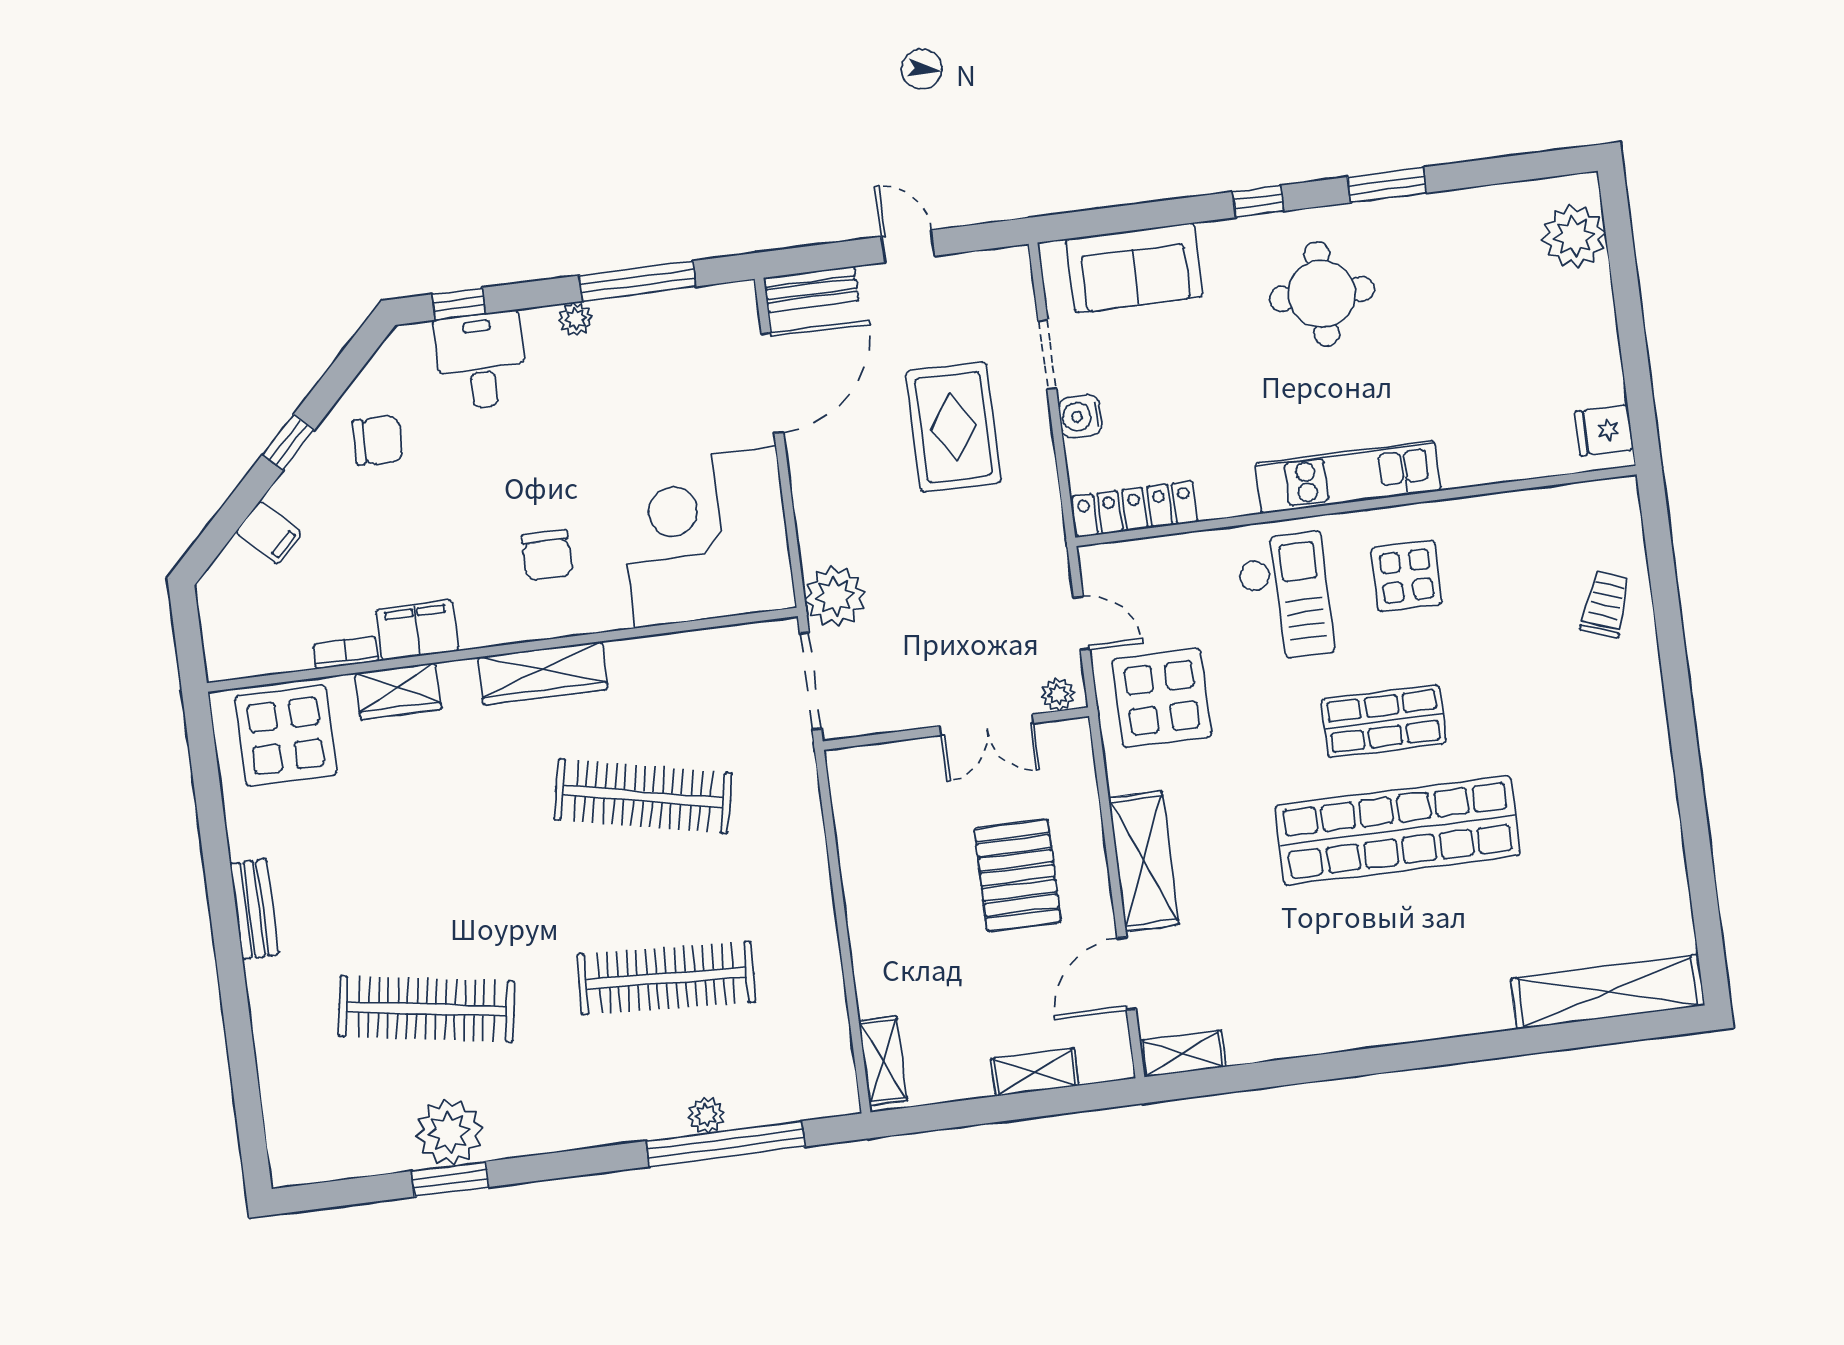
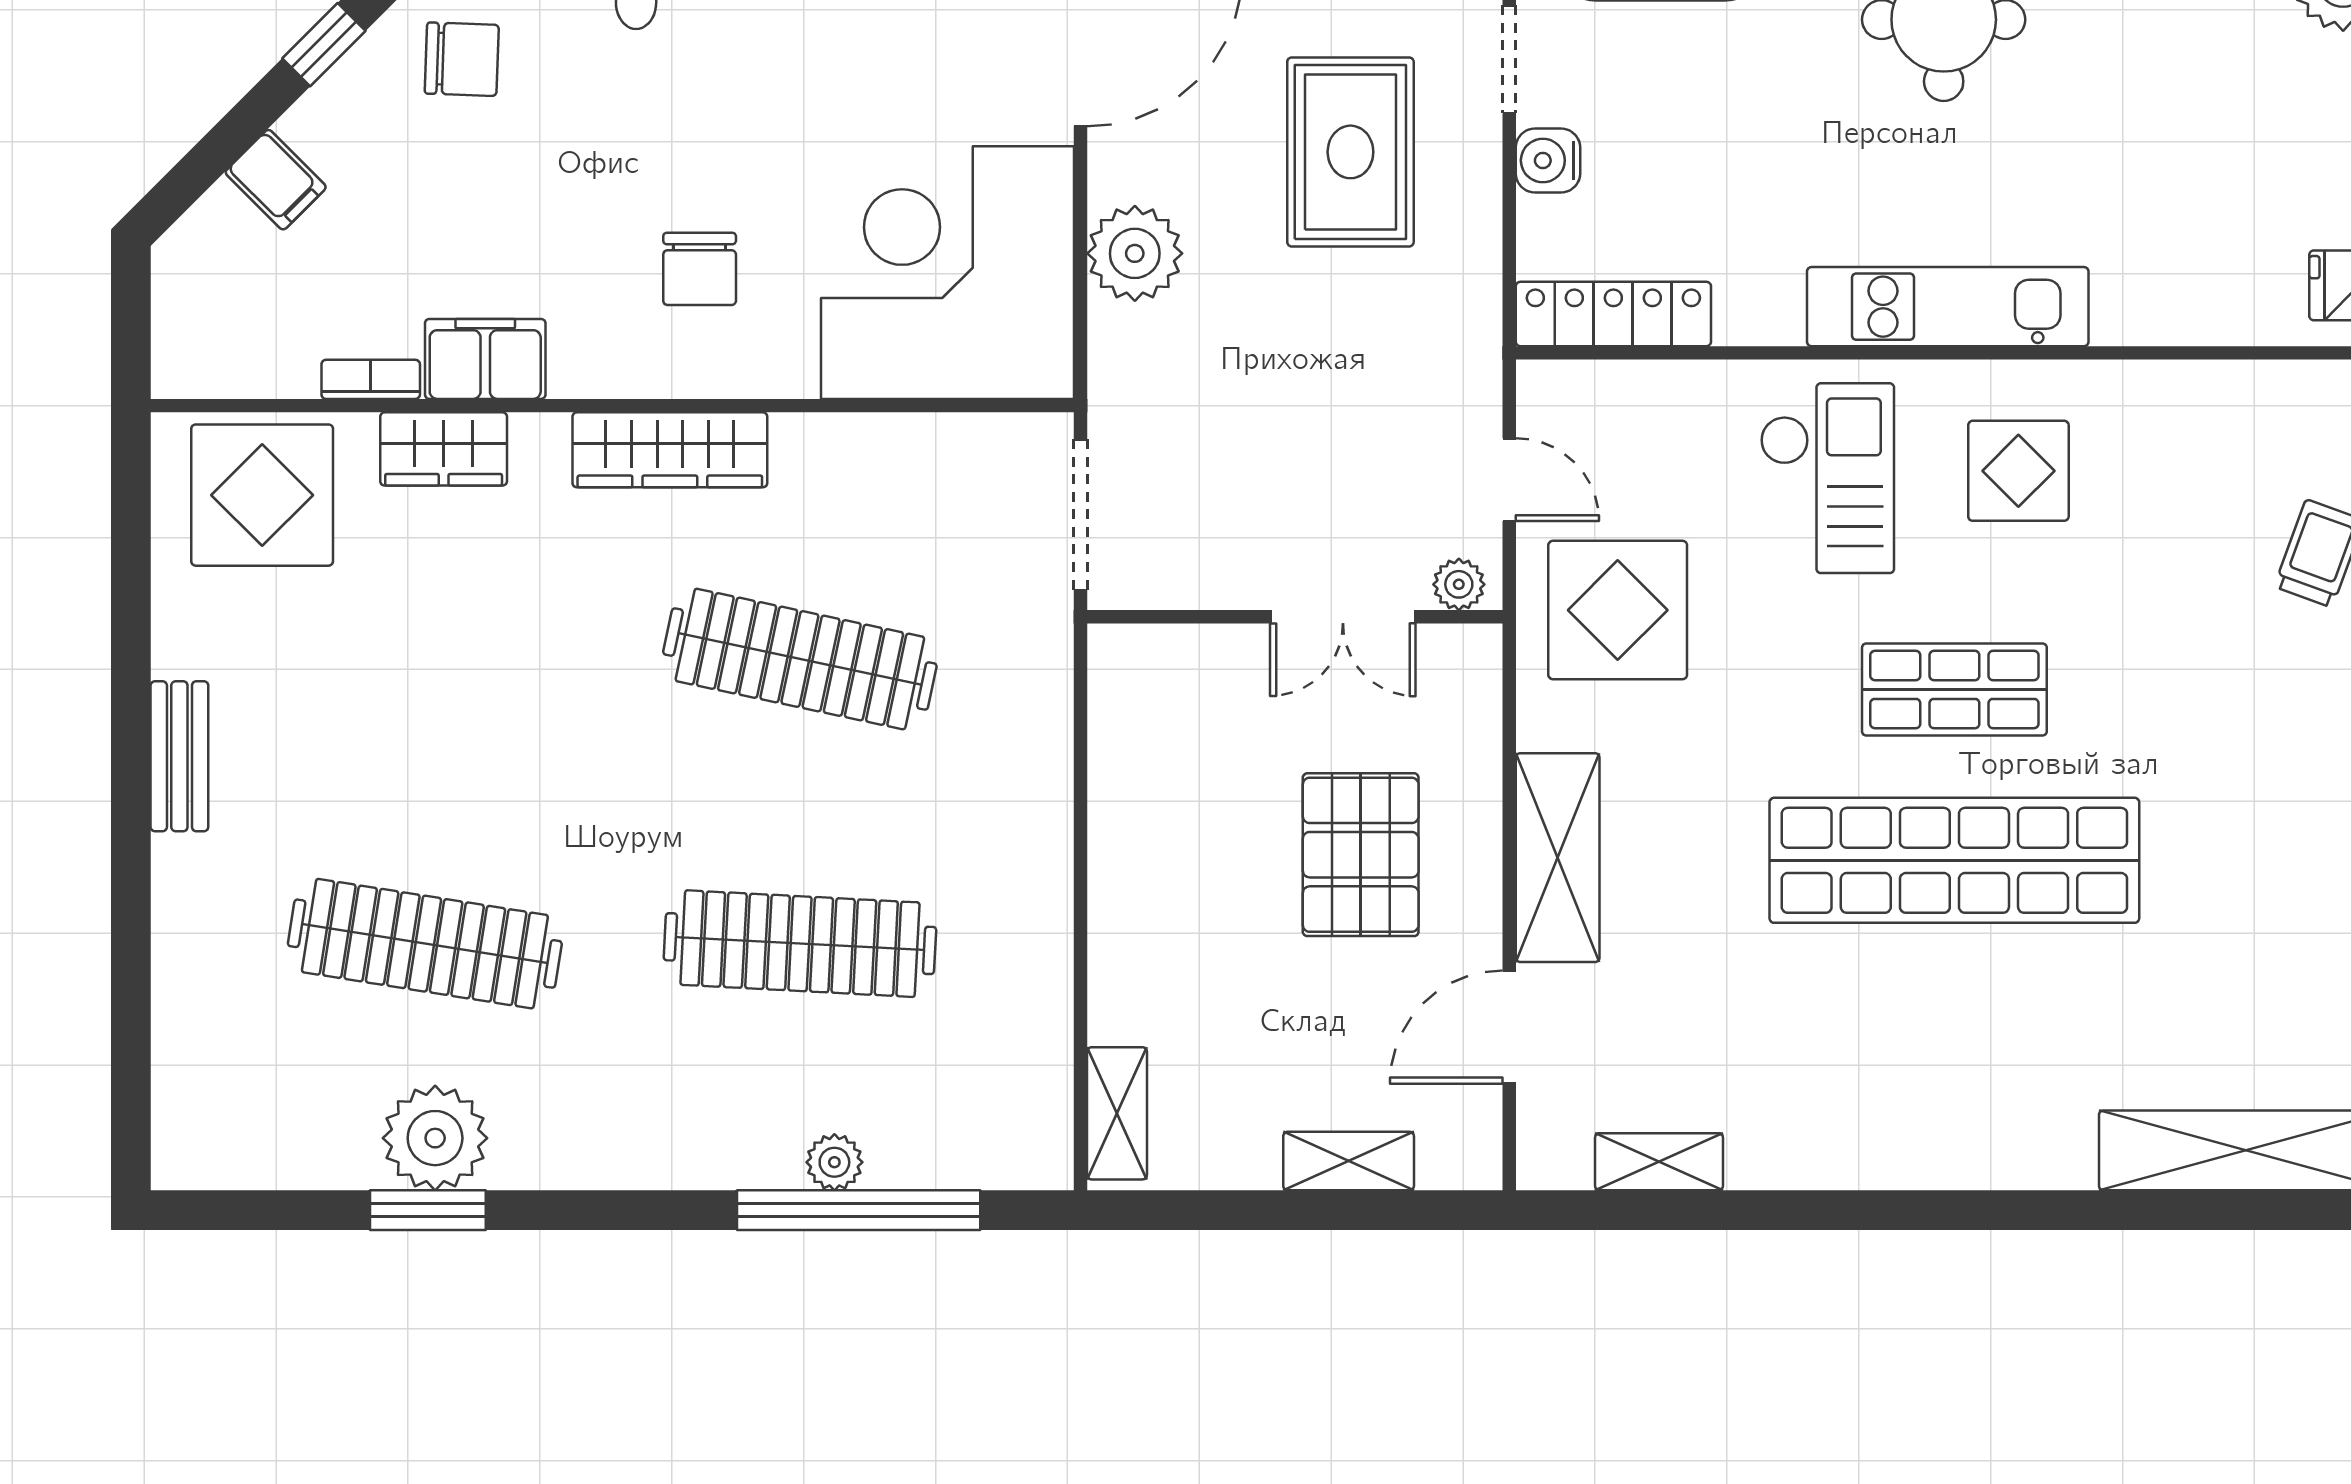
plant: (835, 596) -> (1135, 253), moved
shelving: (1183, 1054) -> (1659, 1162), moved

